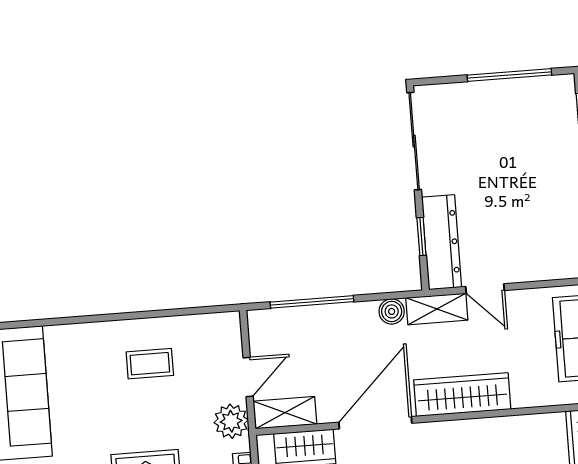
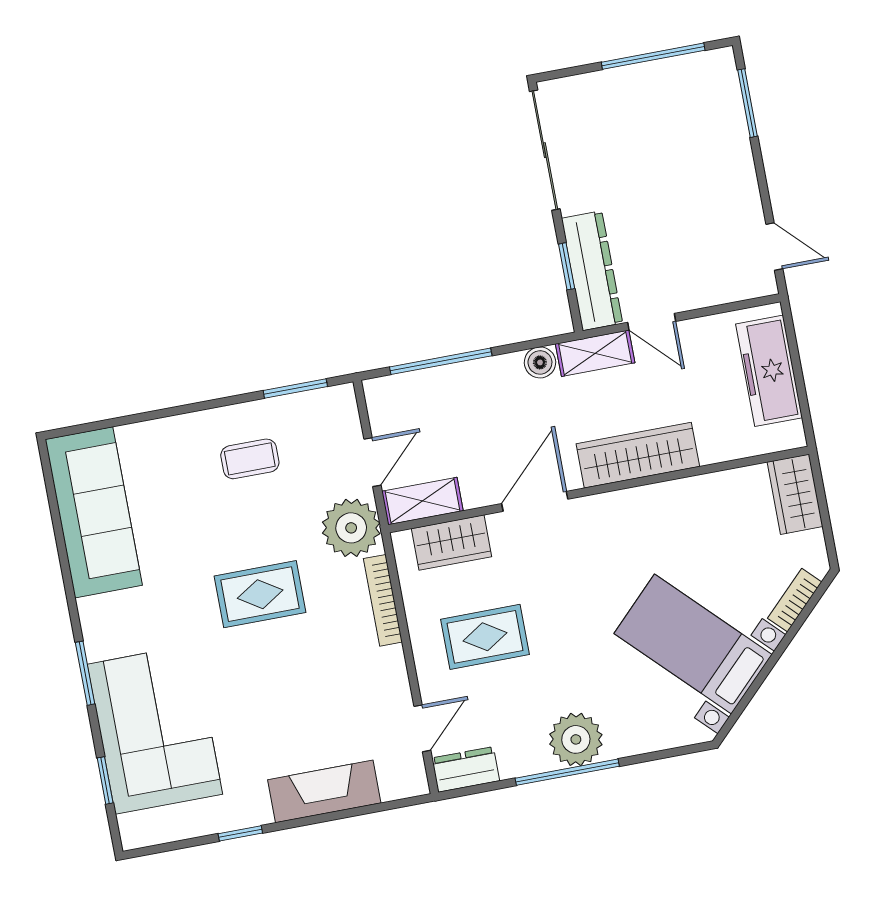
window: (193, 311) -> (295, 389), added
plant: (231, 421) -> (351, 528), width x1.36, depth x1.36
door: (375, 423) -> (535, 501), width x0.73

